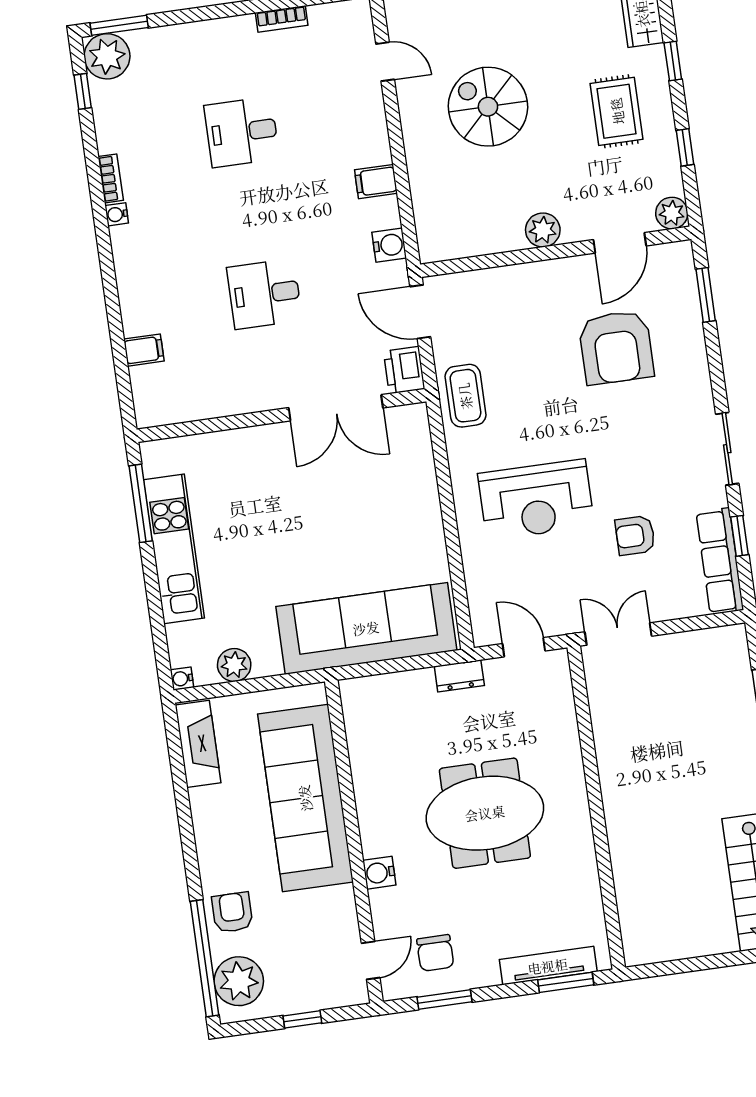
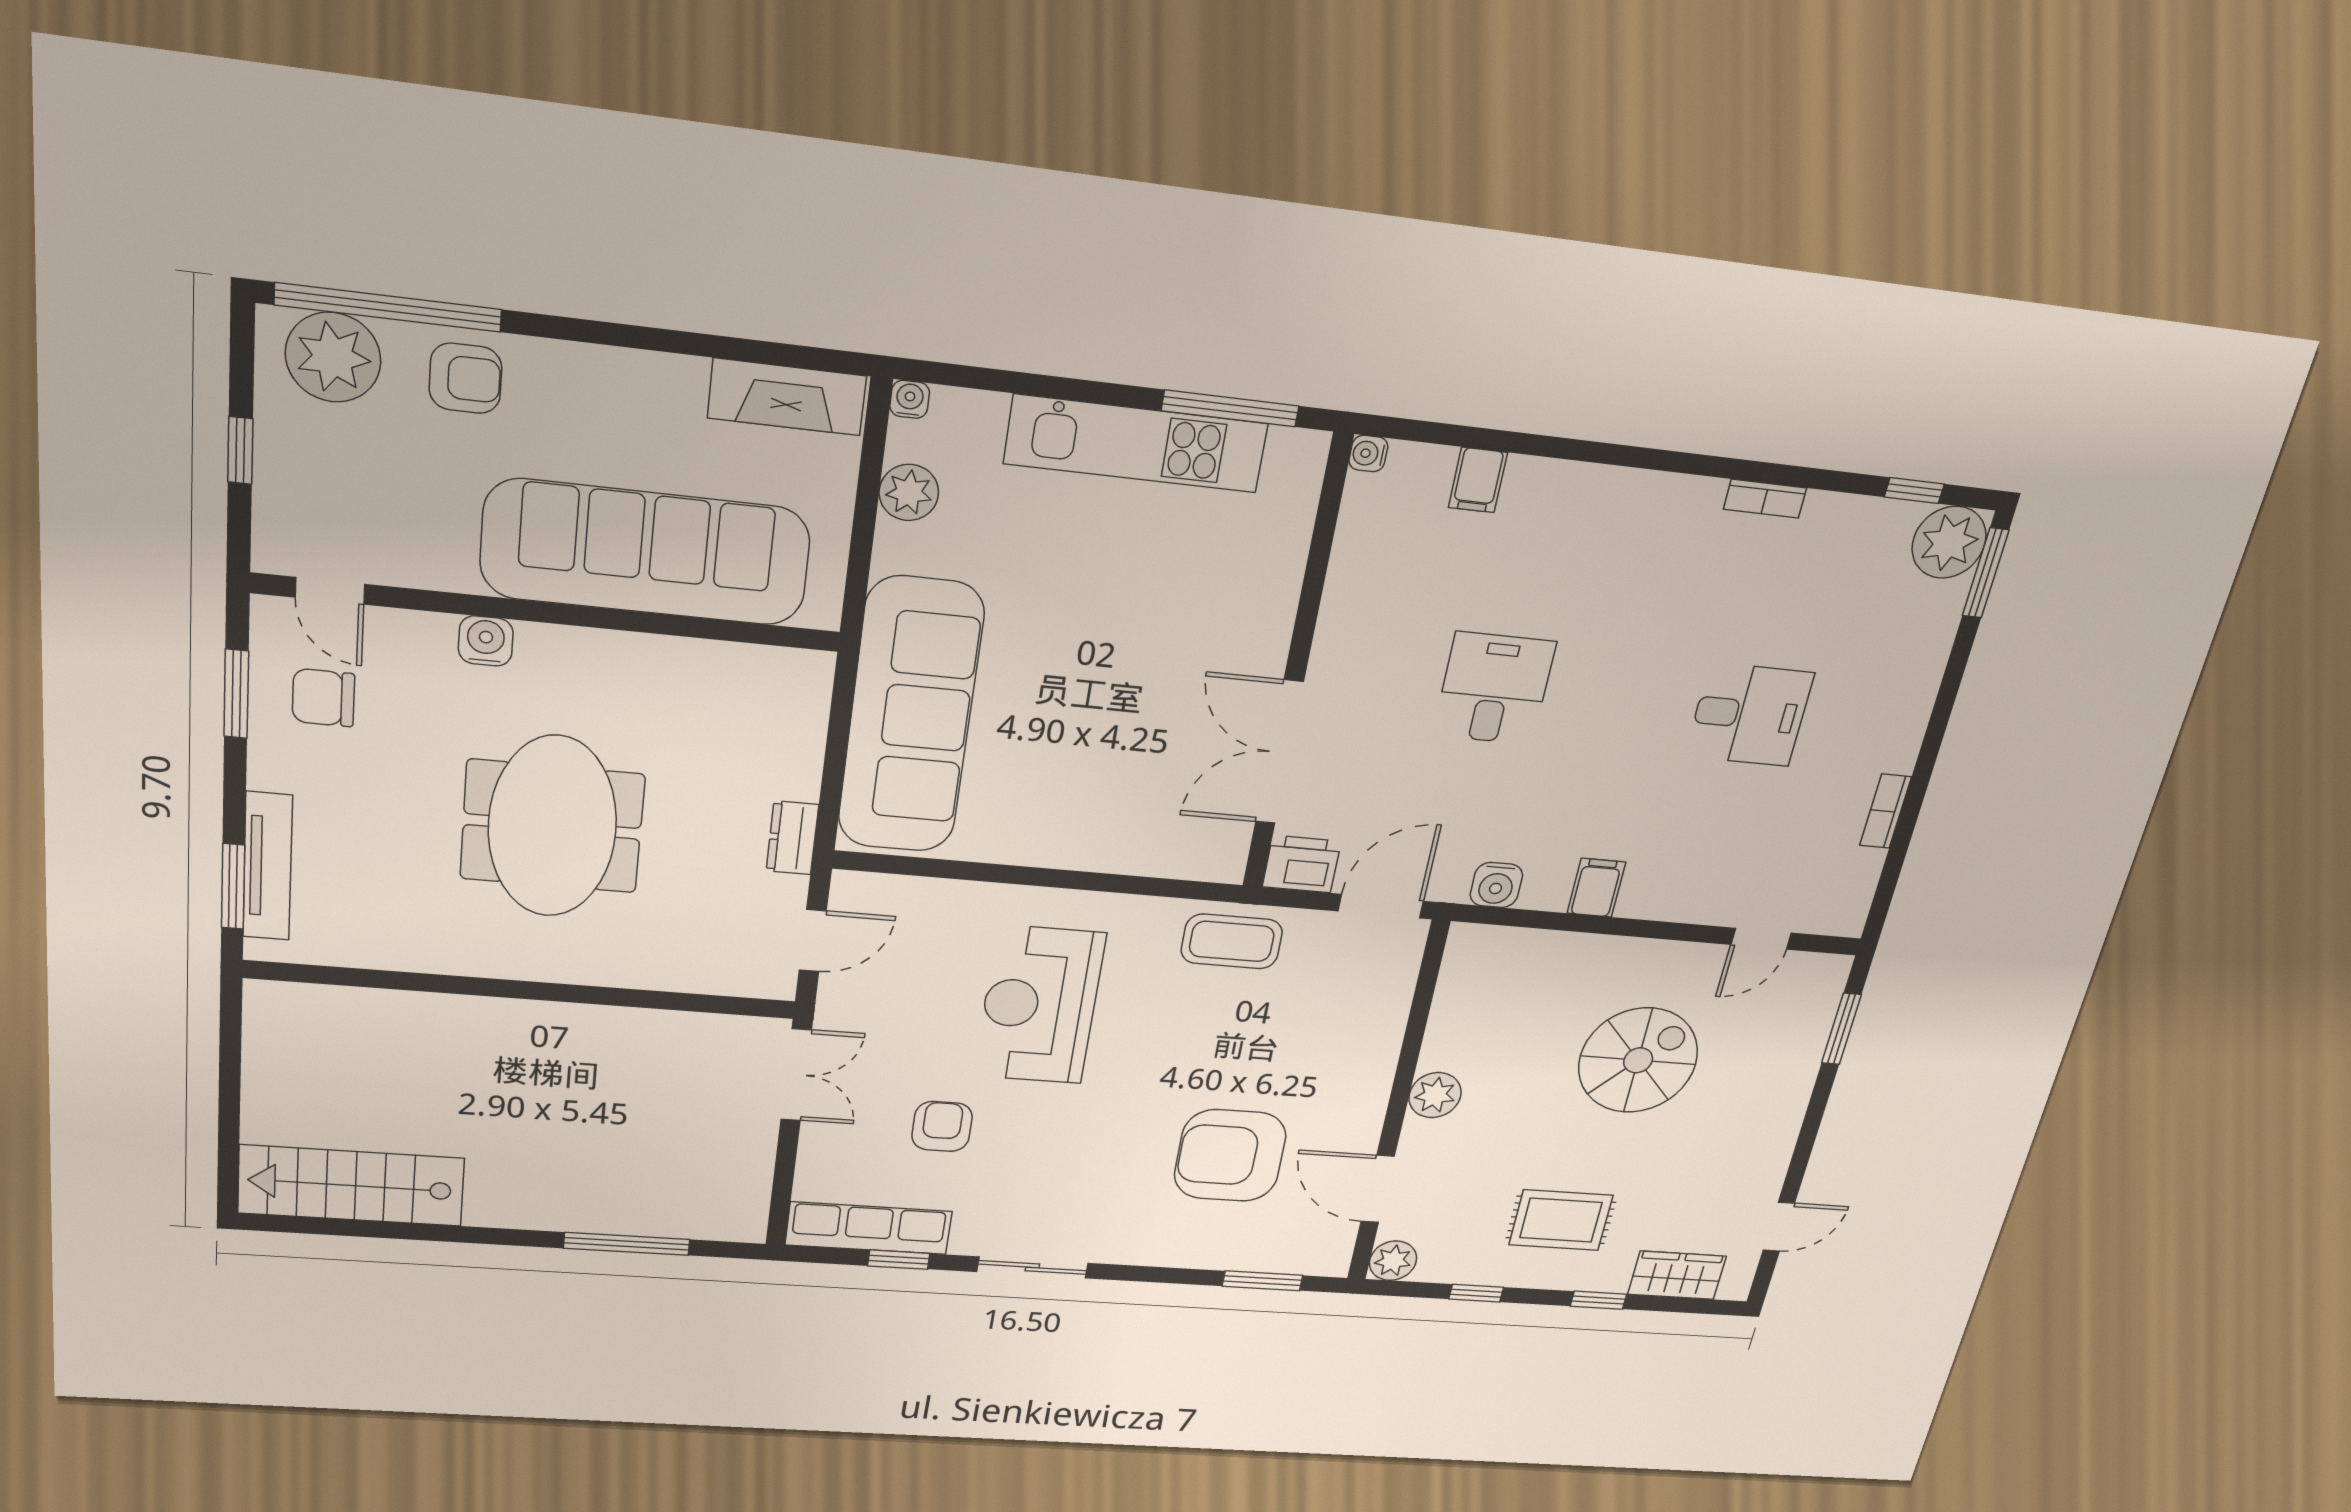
desk: (242, 132) -> (1749, 715), turned 90
water cooler: (117, 214) -> (1368, 454), moved, turned -90

